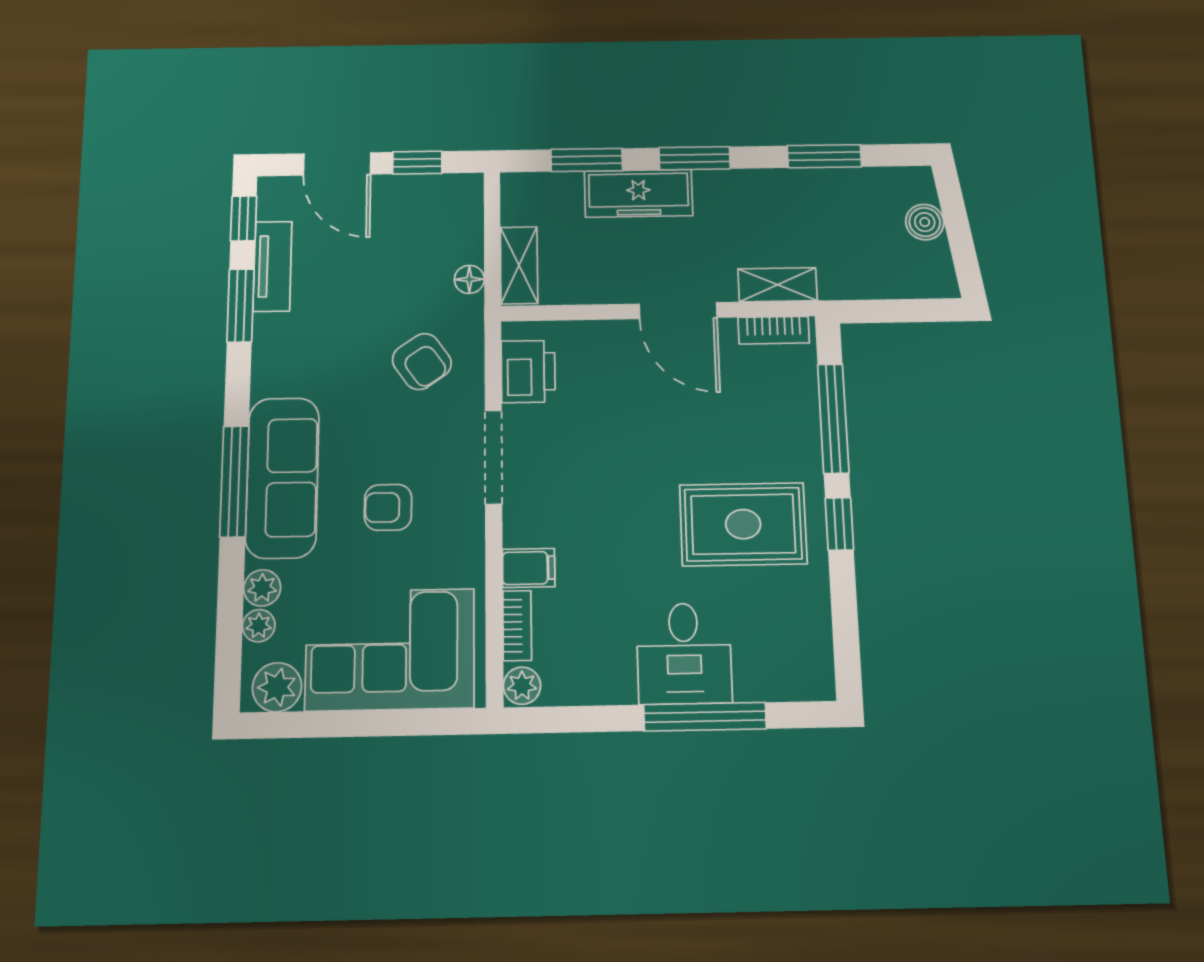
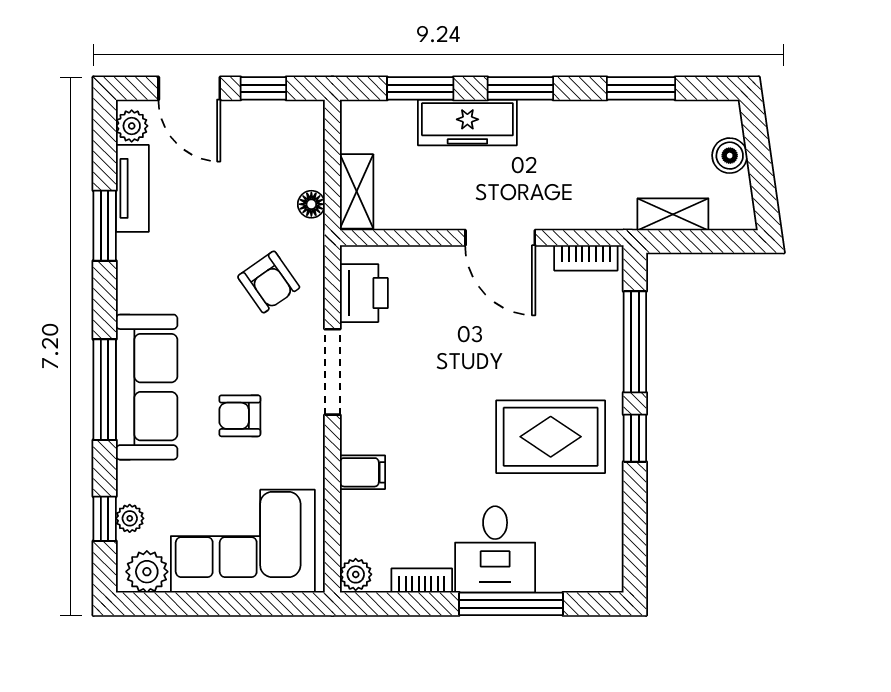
window: (244, 218) -> (105, 519), moved
shelving: (778, 285) -> (673, 214), moved
plant: (262, 588) -> (132, 126), moved
bookcase: (517, 626) -> (422, 580), moved, turned -90

